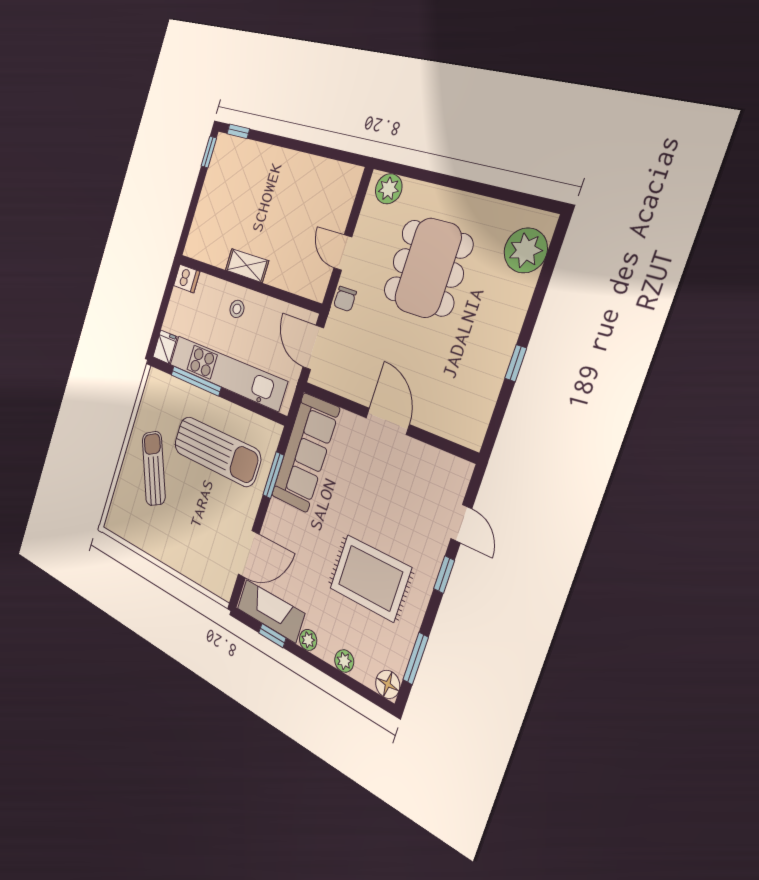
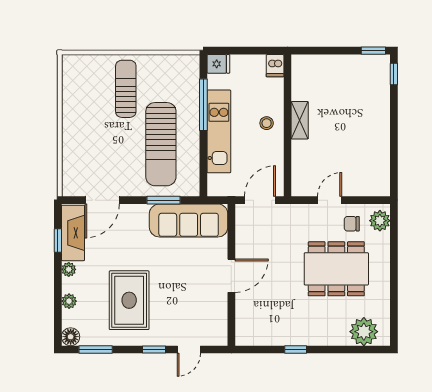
chair: (345, 299) -> (352, 224), moved
kitchen unit: (227, 373) -> (219, 131), width x0.73
sun lounger: (154, 468) -> (126, 89), turned -63
door: (249, 554) -> (102, 200), hinge flipped

